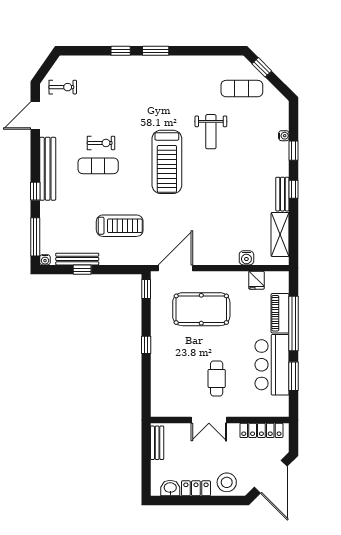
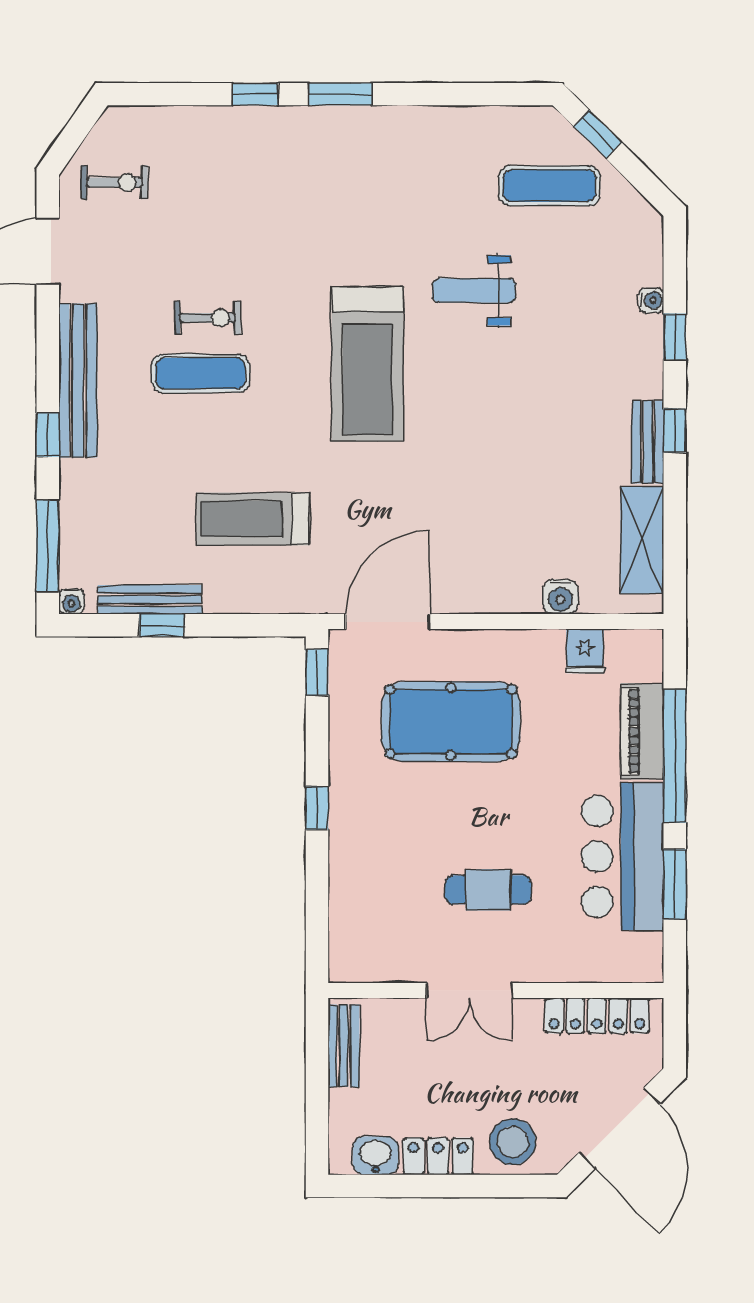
weight bench: (211, 132) -> (474, 290), turned 90
treadmill: (120, 226) -> (253, 519), turned 180
cafe table: (217, 378) -> (488, 890), turned 90

